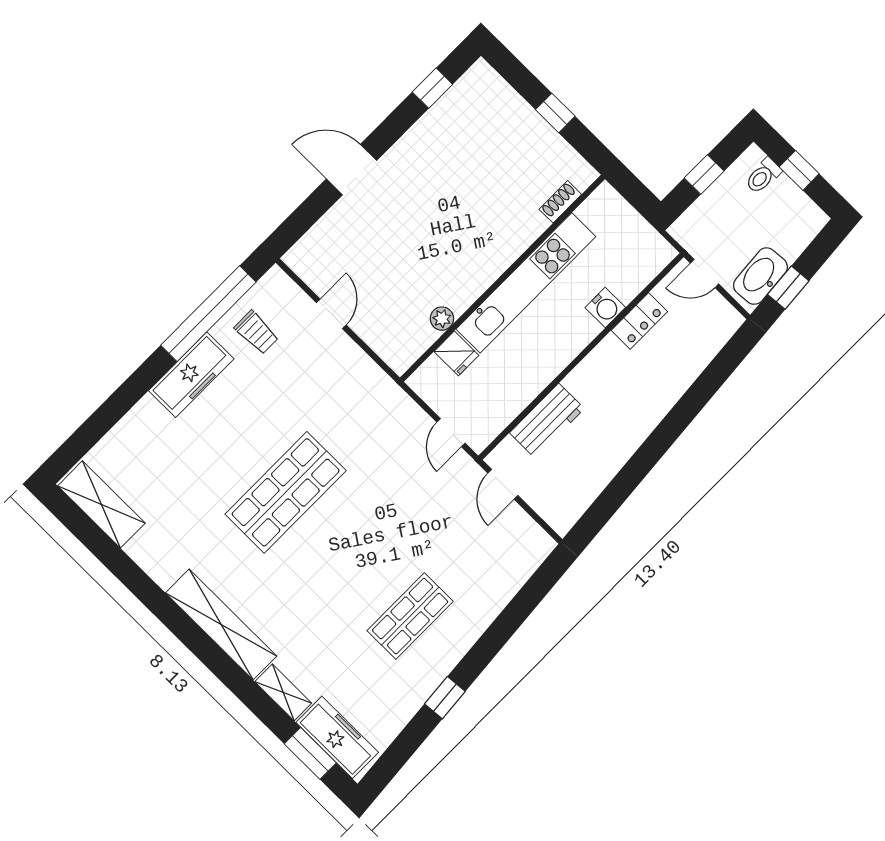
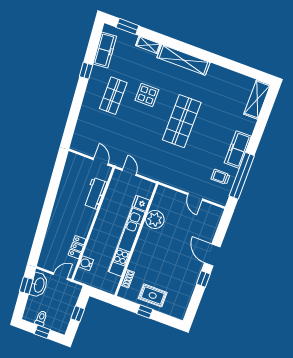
window: (432, 88) -> (203, 279), moved
rug: (522, 140) -> (153, 295), added
door: (351, 170) -> (212, 255), swing flipped
toilet: (763, 176) -> (41, 318), moved
water cooler: (605, 307) -> (86, 263), moved
plant: (442, 319) -> (155, 219), width x1.88, depth x1.88
shelving: (101, 504) -> (257, 99), moved, turned 90
display table: (336, 584) -> (147, 95), added
freezer: (337, 737) -> (105, 50), moved, turned -95

